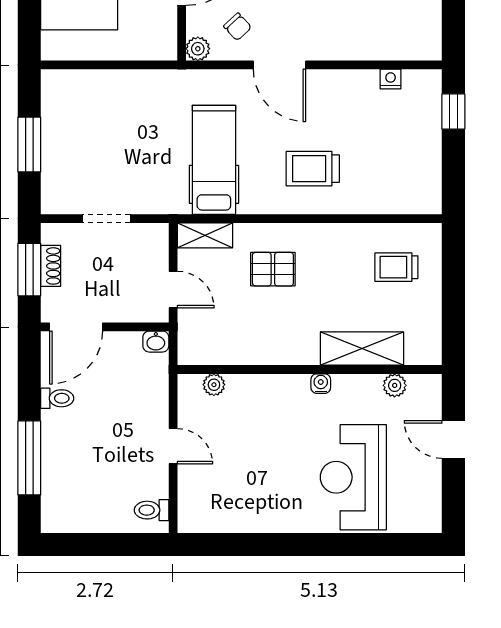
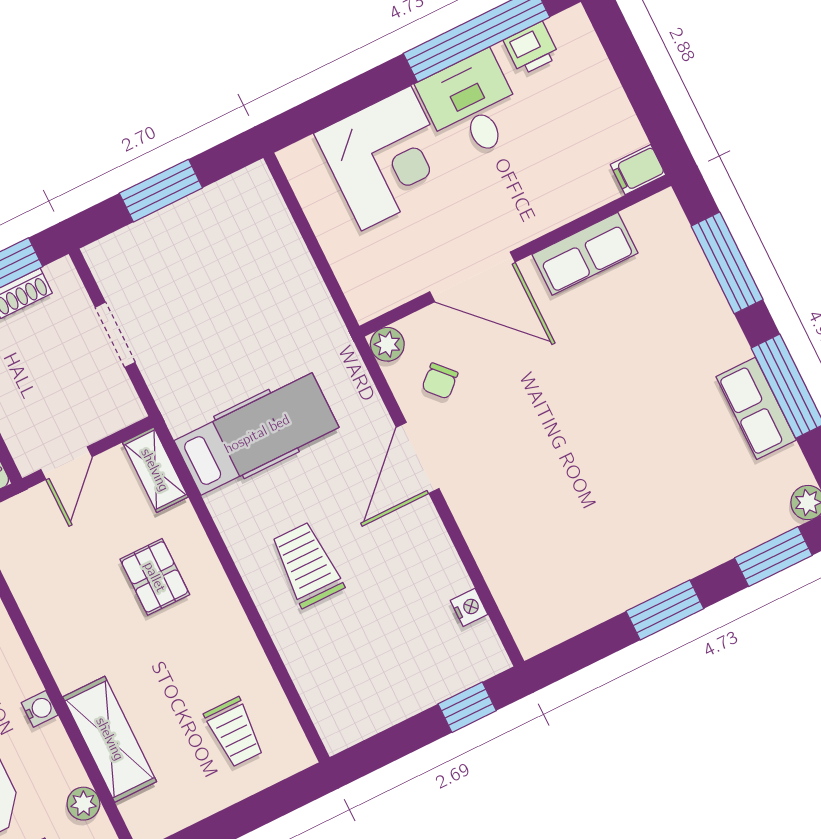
trolley: (396, 267) -> (234, 732), turned 180

